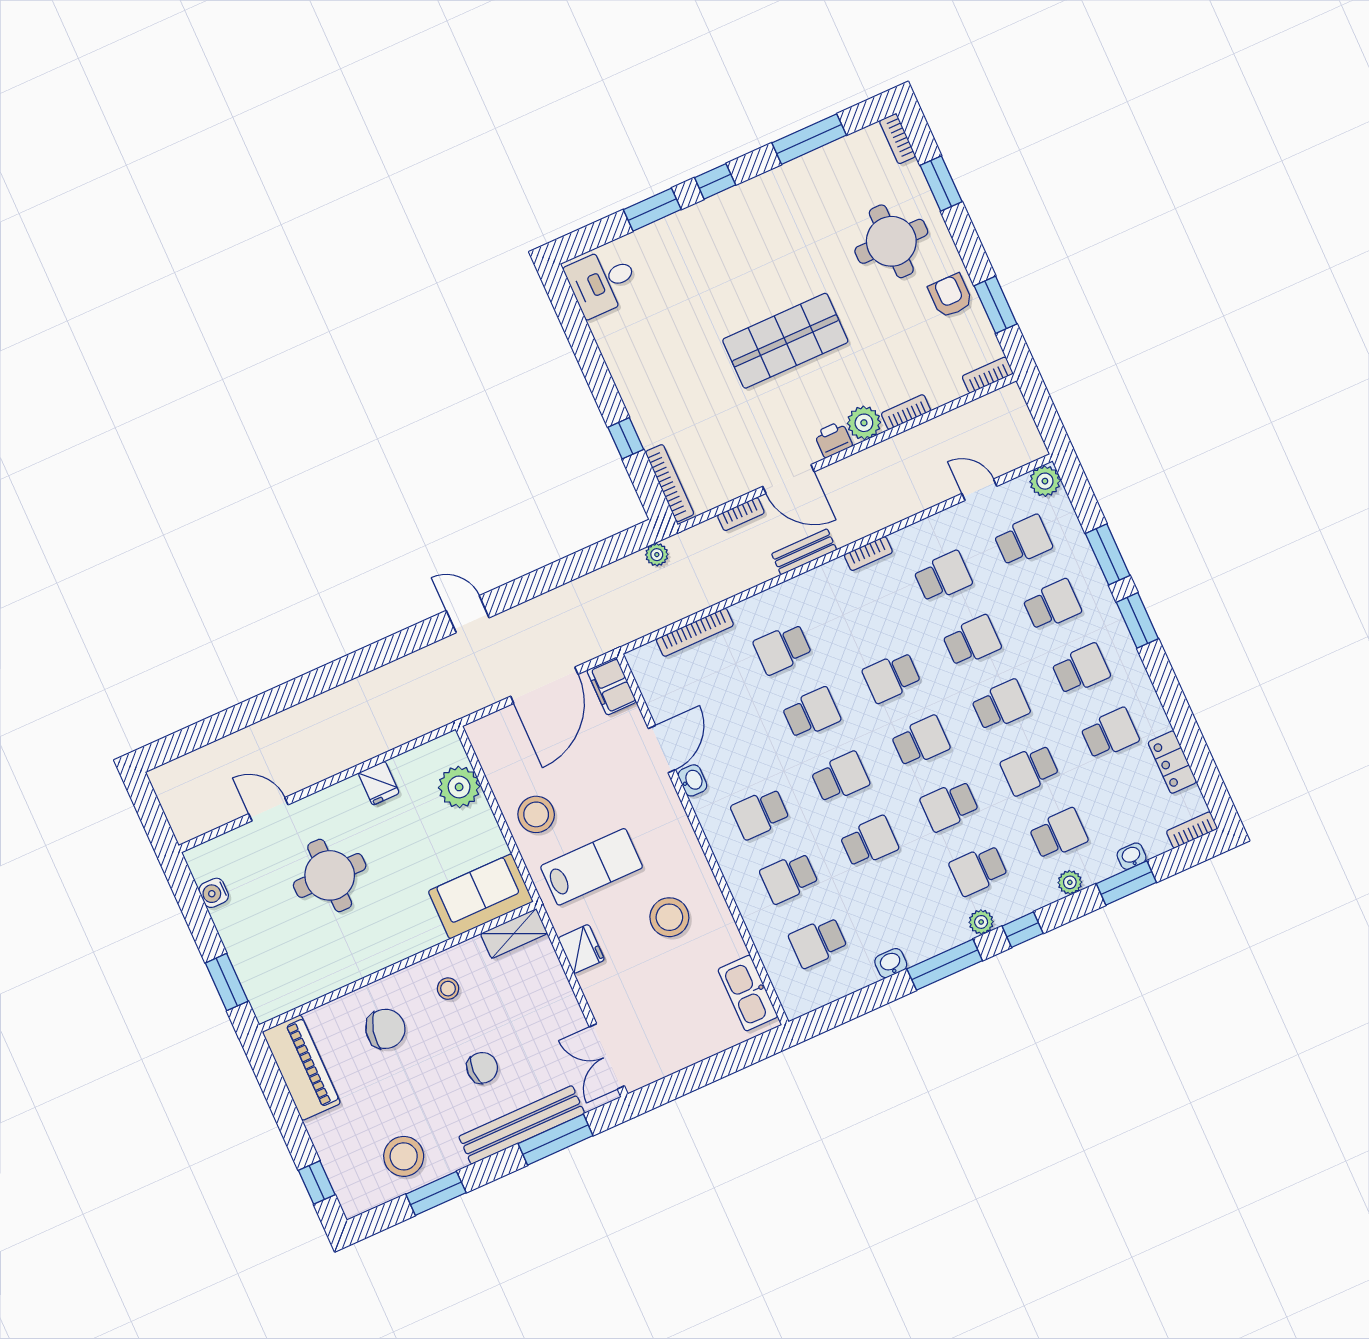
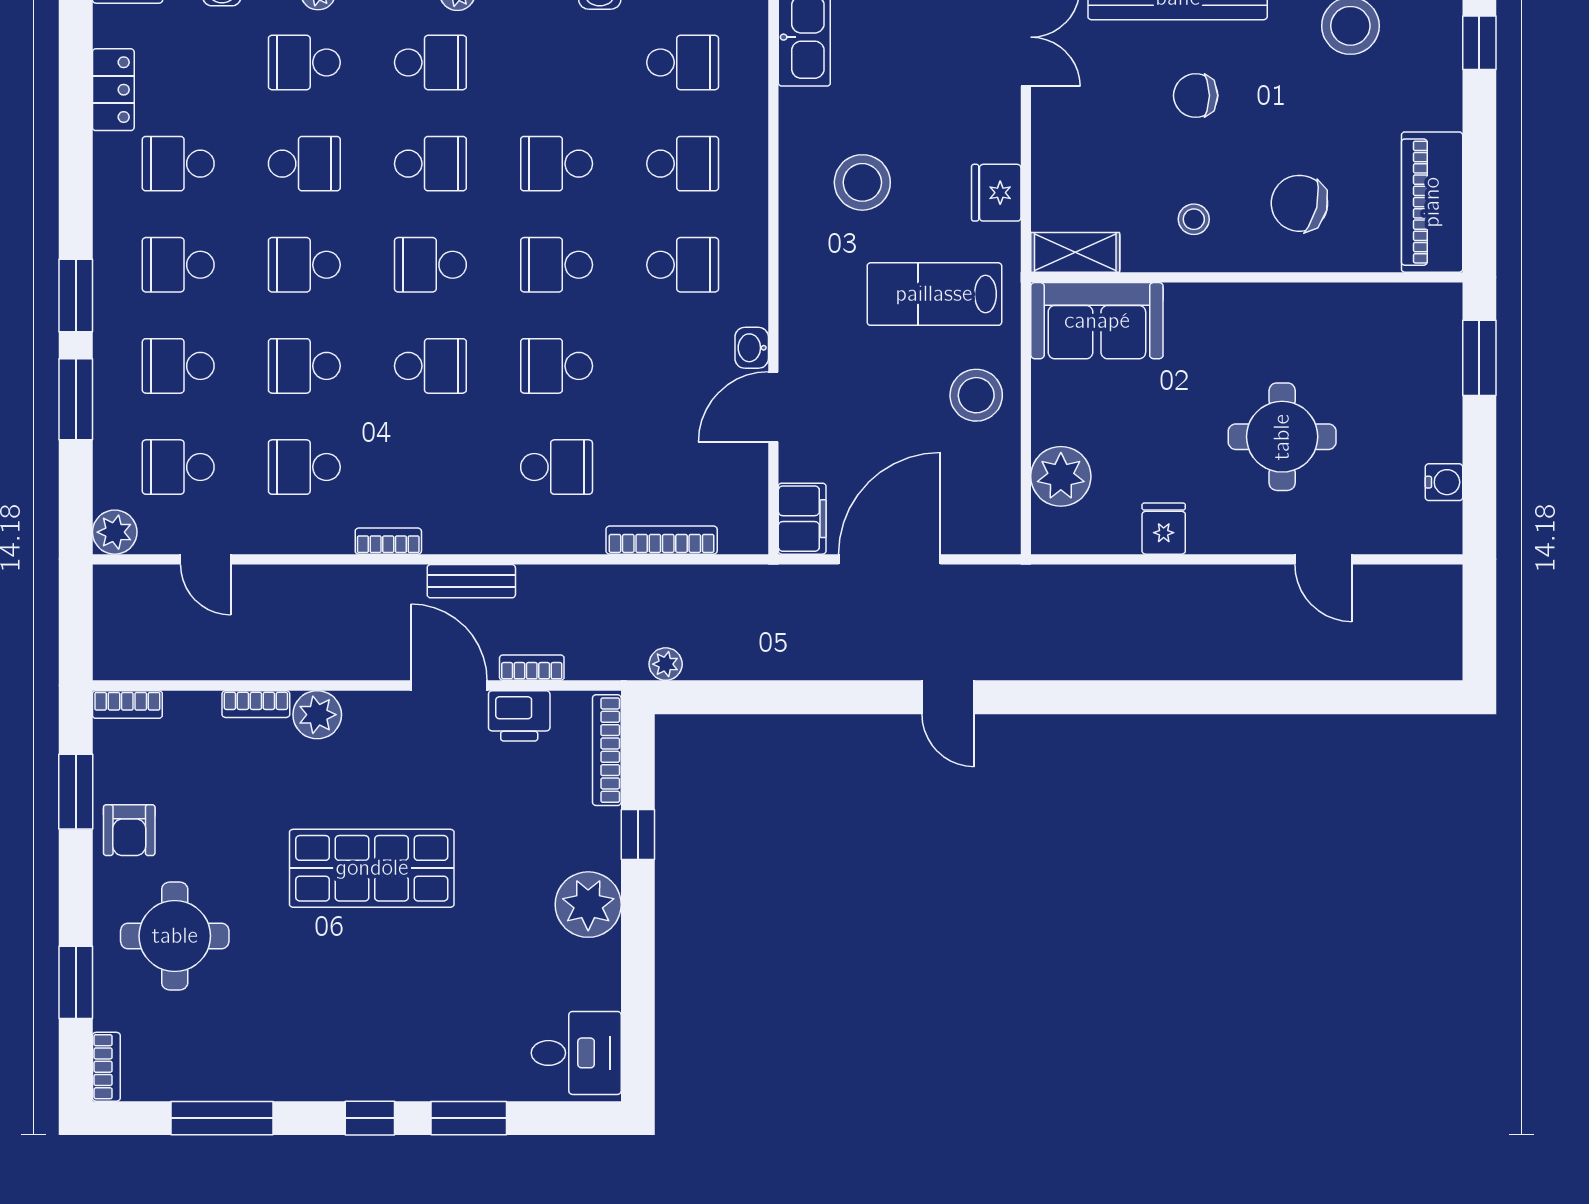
plant: (637, 380) -> (588, 905), added
printer: (833, 439) -> (519, 716), moved, width x1.36, depth x1.24

